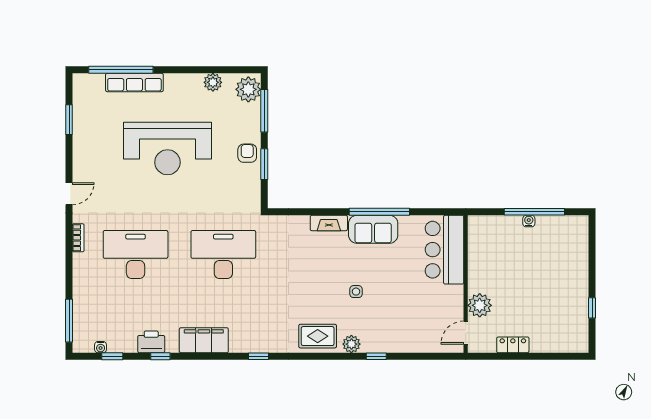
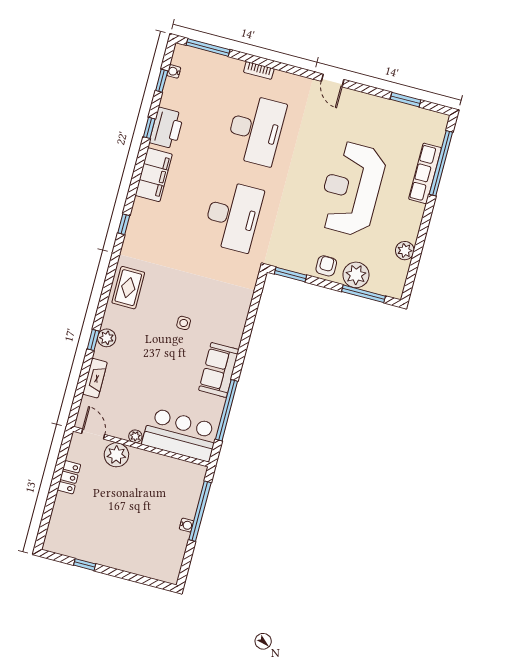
plant: (248, 89) -> (356, 275), moved
armchair: (247, 153) -> (326, 266), turned -90
window: (264, 164) -> (290, 275), moved
window: (379, 212) -> (227, 410), moved
window: (534, 212) -> (200, 511), moved
fireplace: (329, 223) -> (95, 378), moved, turned 180
bookcase: (78, 238) -> (259, 70), moved
side table: (356, 292) -> (184, 323), moved
plant: (457, 292) -> (135, 436), added
printer: (151, 342) -> (167, 128), width x1.37, depth x1.19
plant: (351, 344) -> (107, 338), moved

